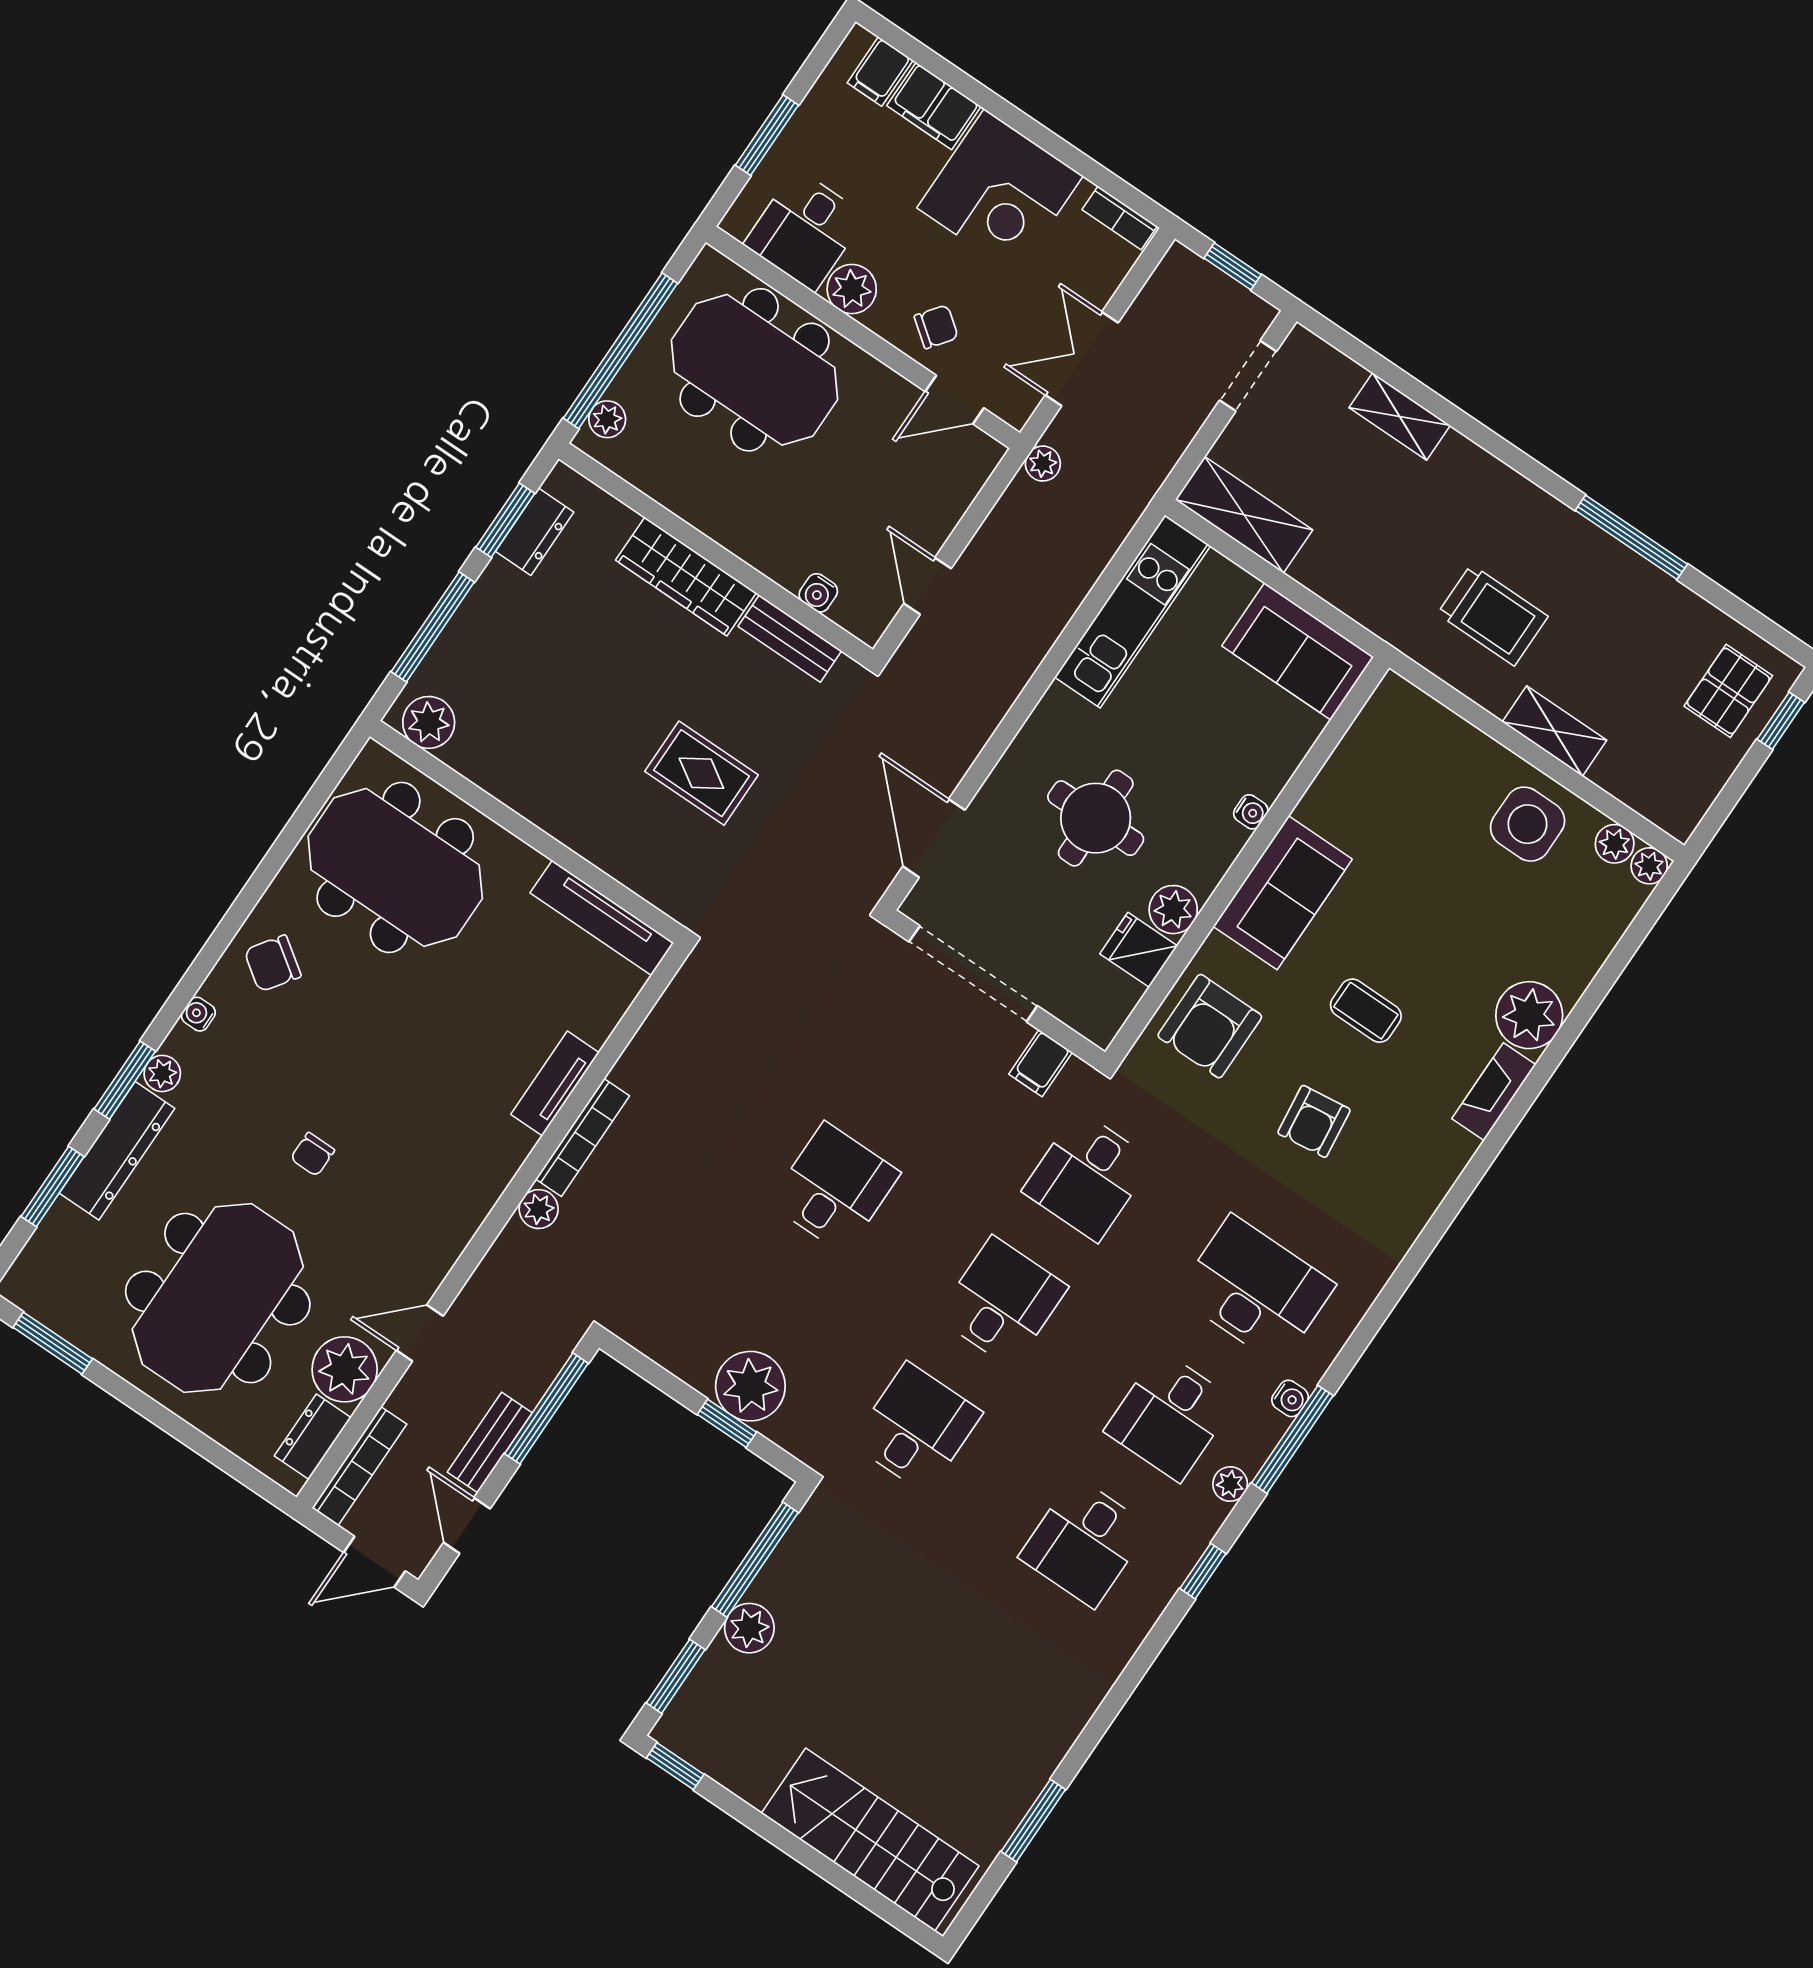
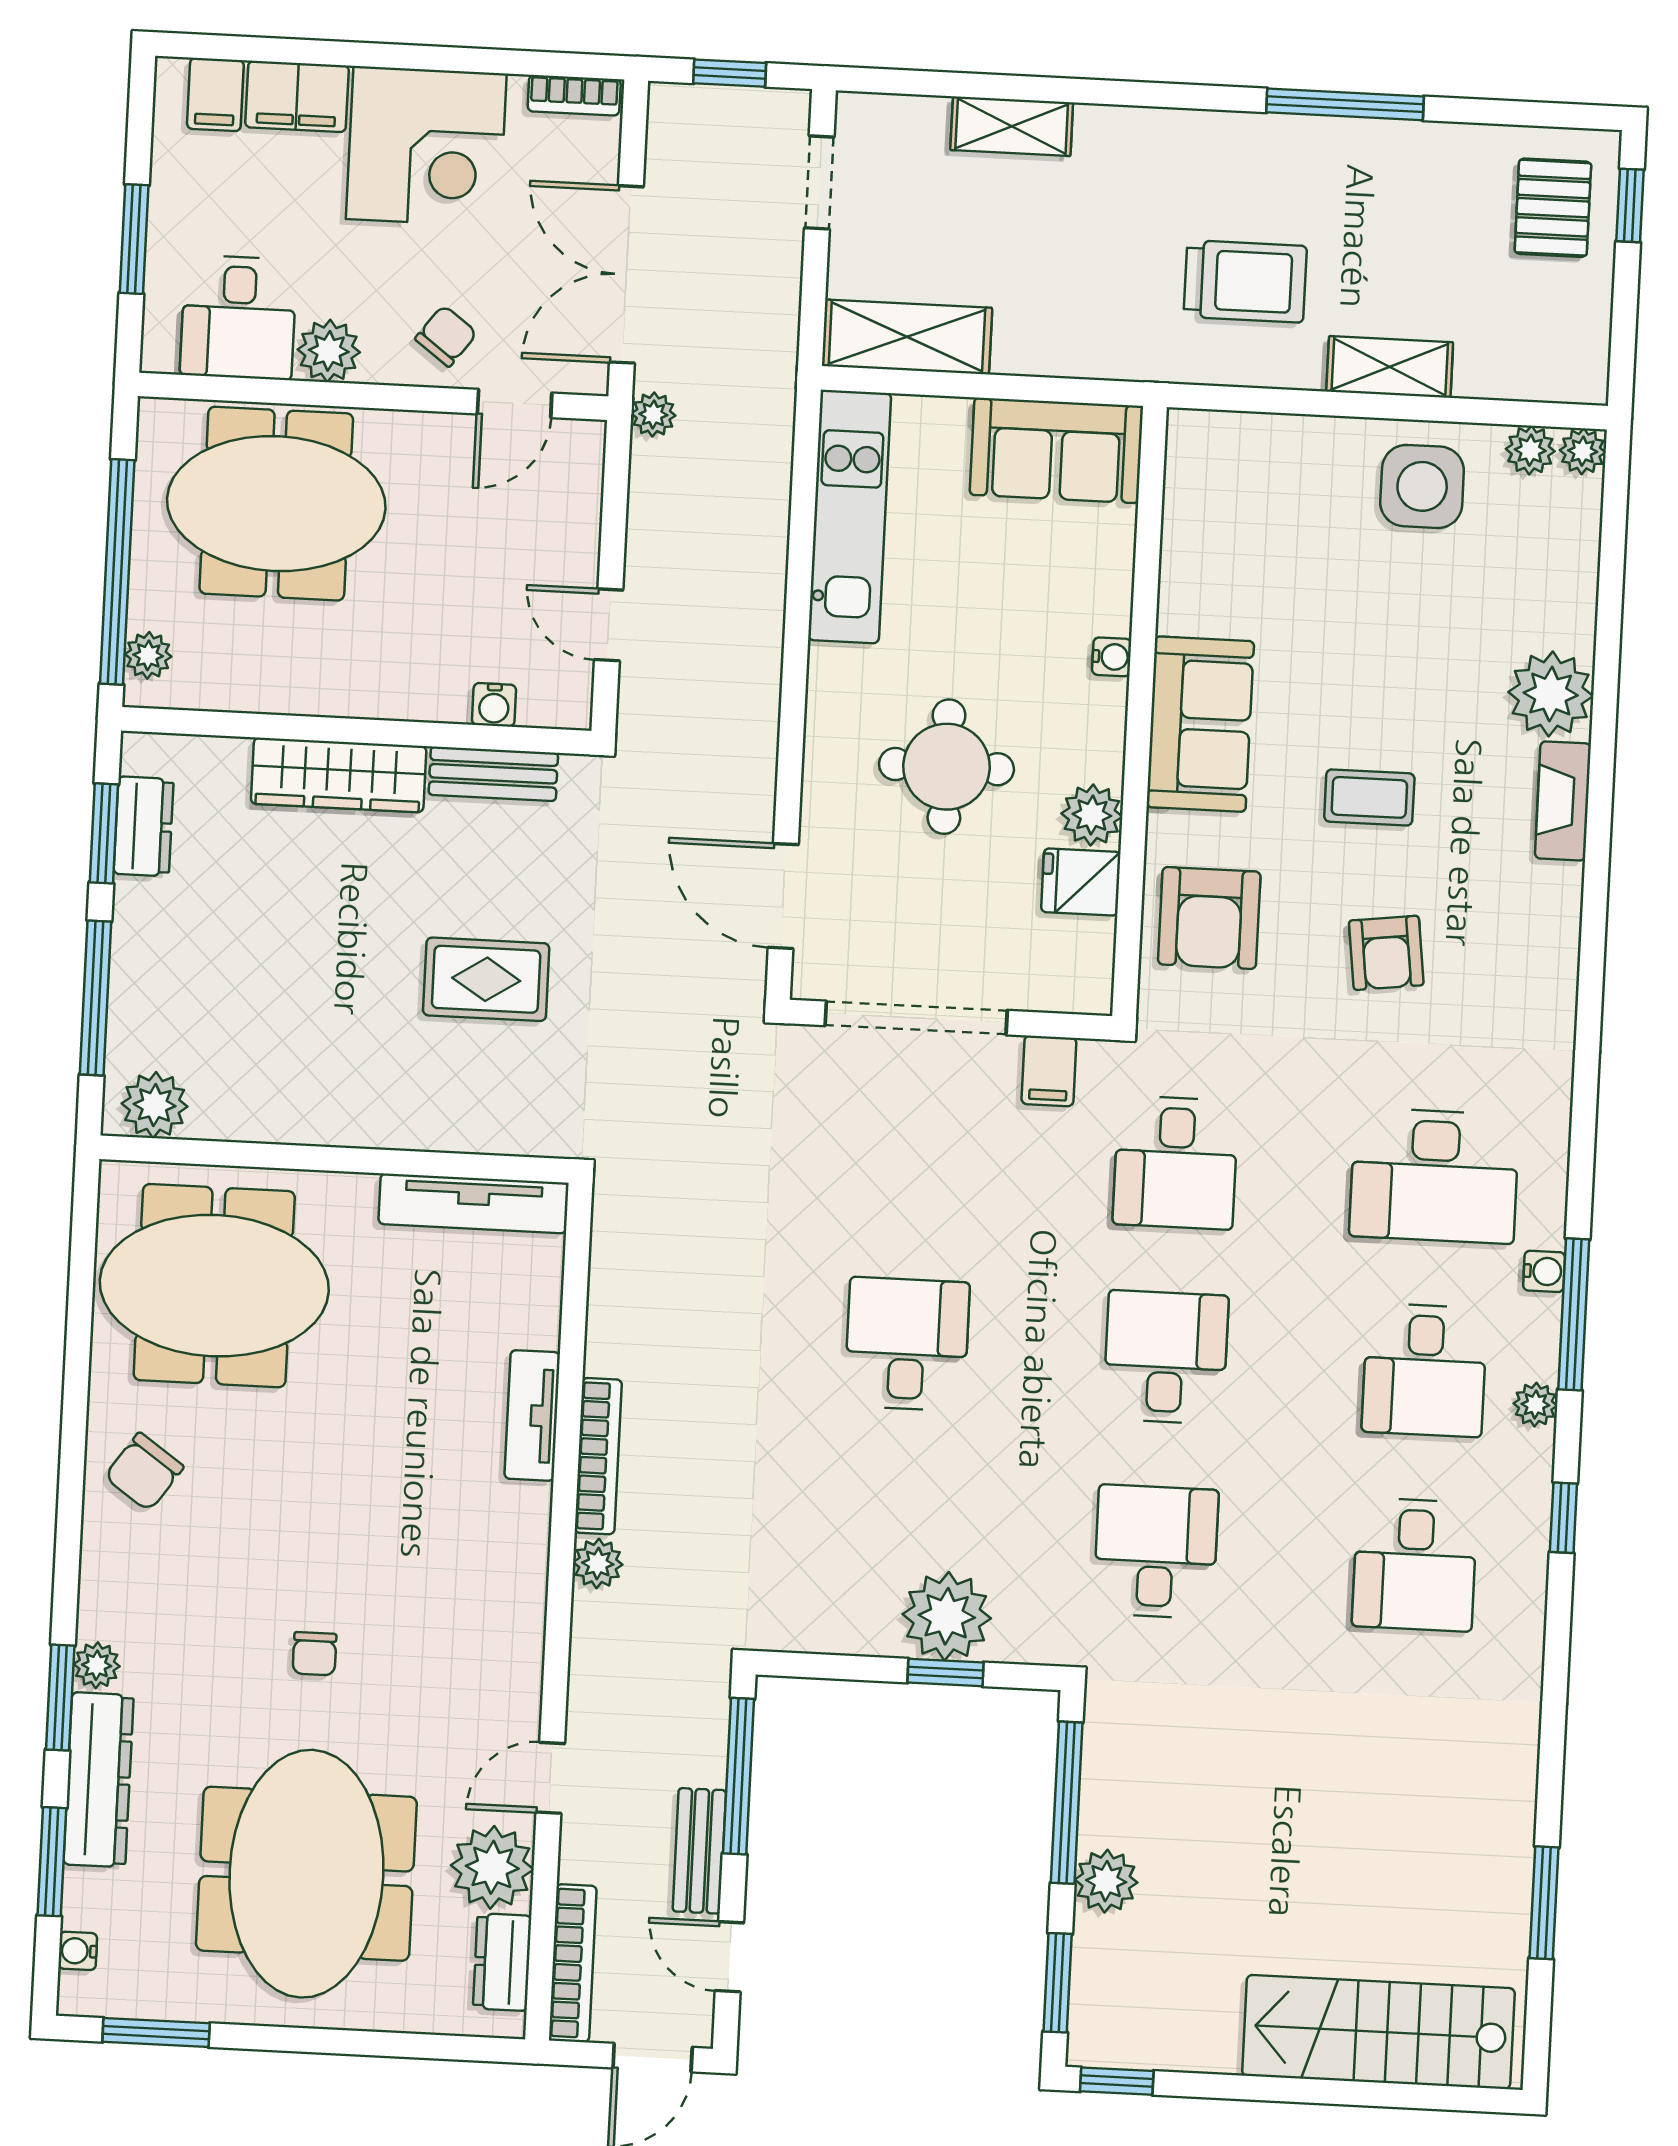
double door: (1082, 359) -> (626, 274), width x1.37
water cooler: (198, 1014) -> (78, 1951), moved
desk: (1256, 1290) -> (1434, 1176), turned 180

